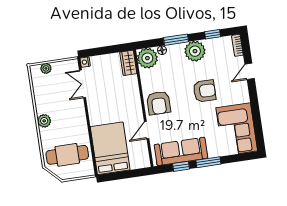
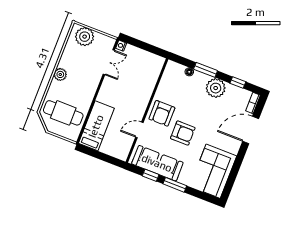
plant: (147, 58) -> (174, 72), removed
wardrobe: (128, 63) -> (156, 66), removed
plant: (46, 68) -> (85, 37), width x1.87, depth x1.87
door: (250, 71) -> (251, 130), width x1.87
double door: (83, 84) -> (109, 62), swing flipped
armchair: (204, 91) -> (183, 133), moved
bed: (110, 148) -> (96, 126), width x0.67

